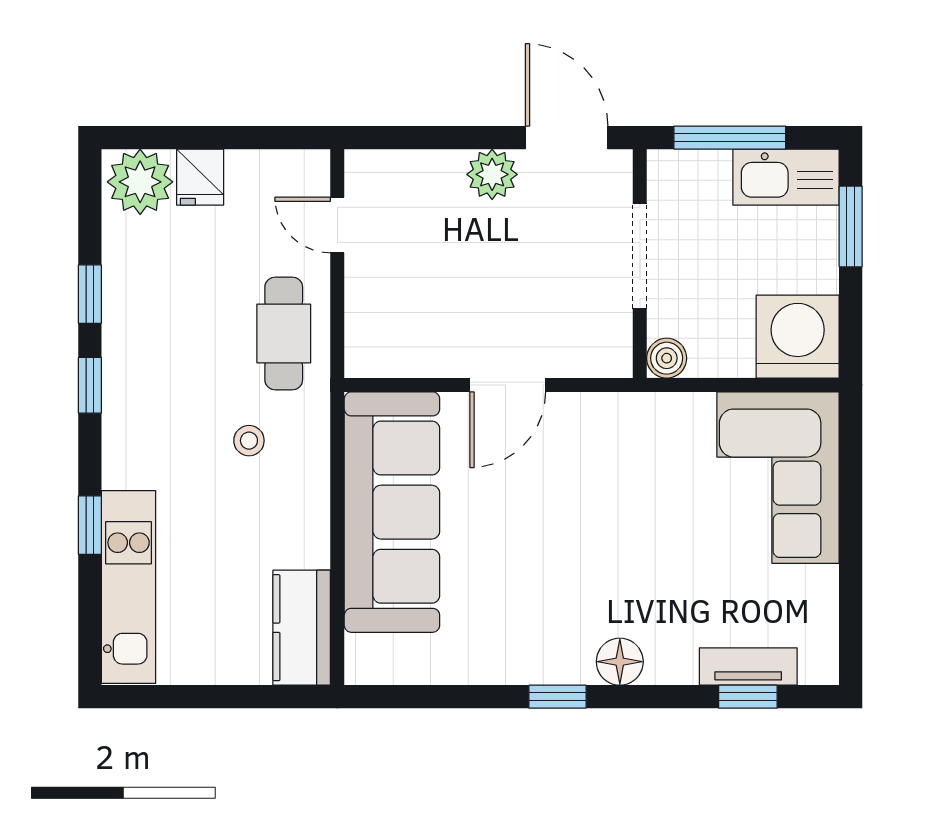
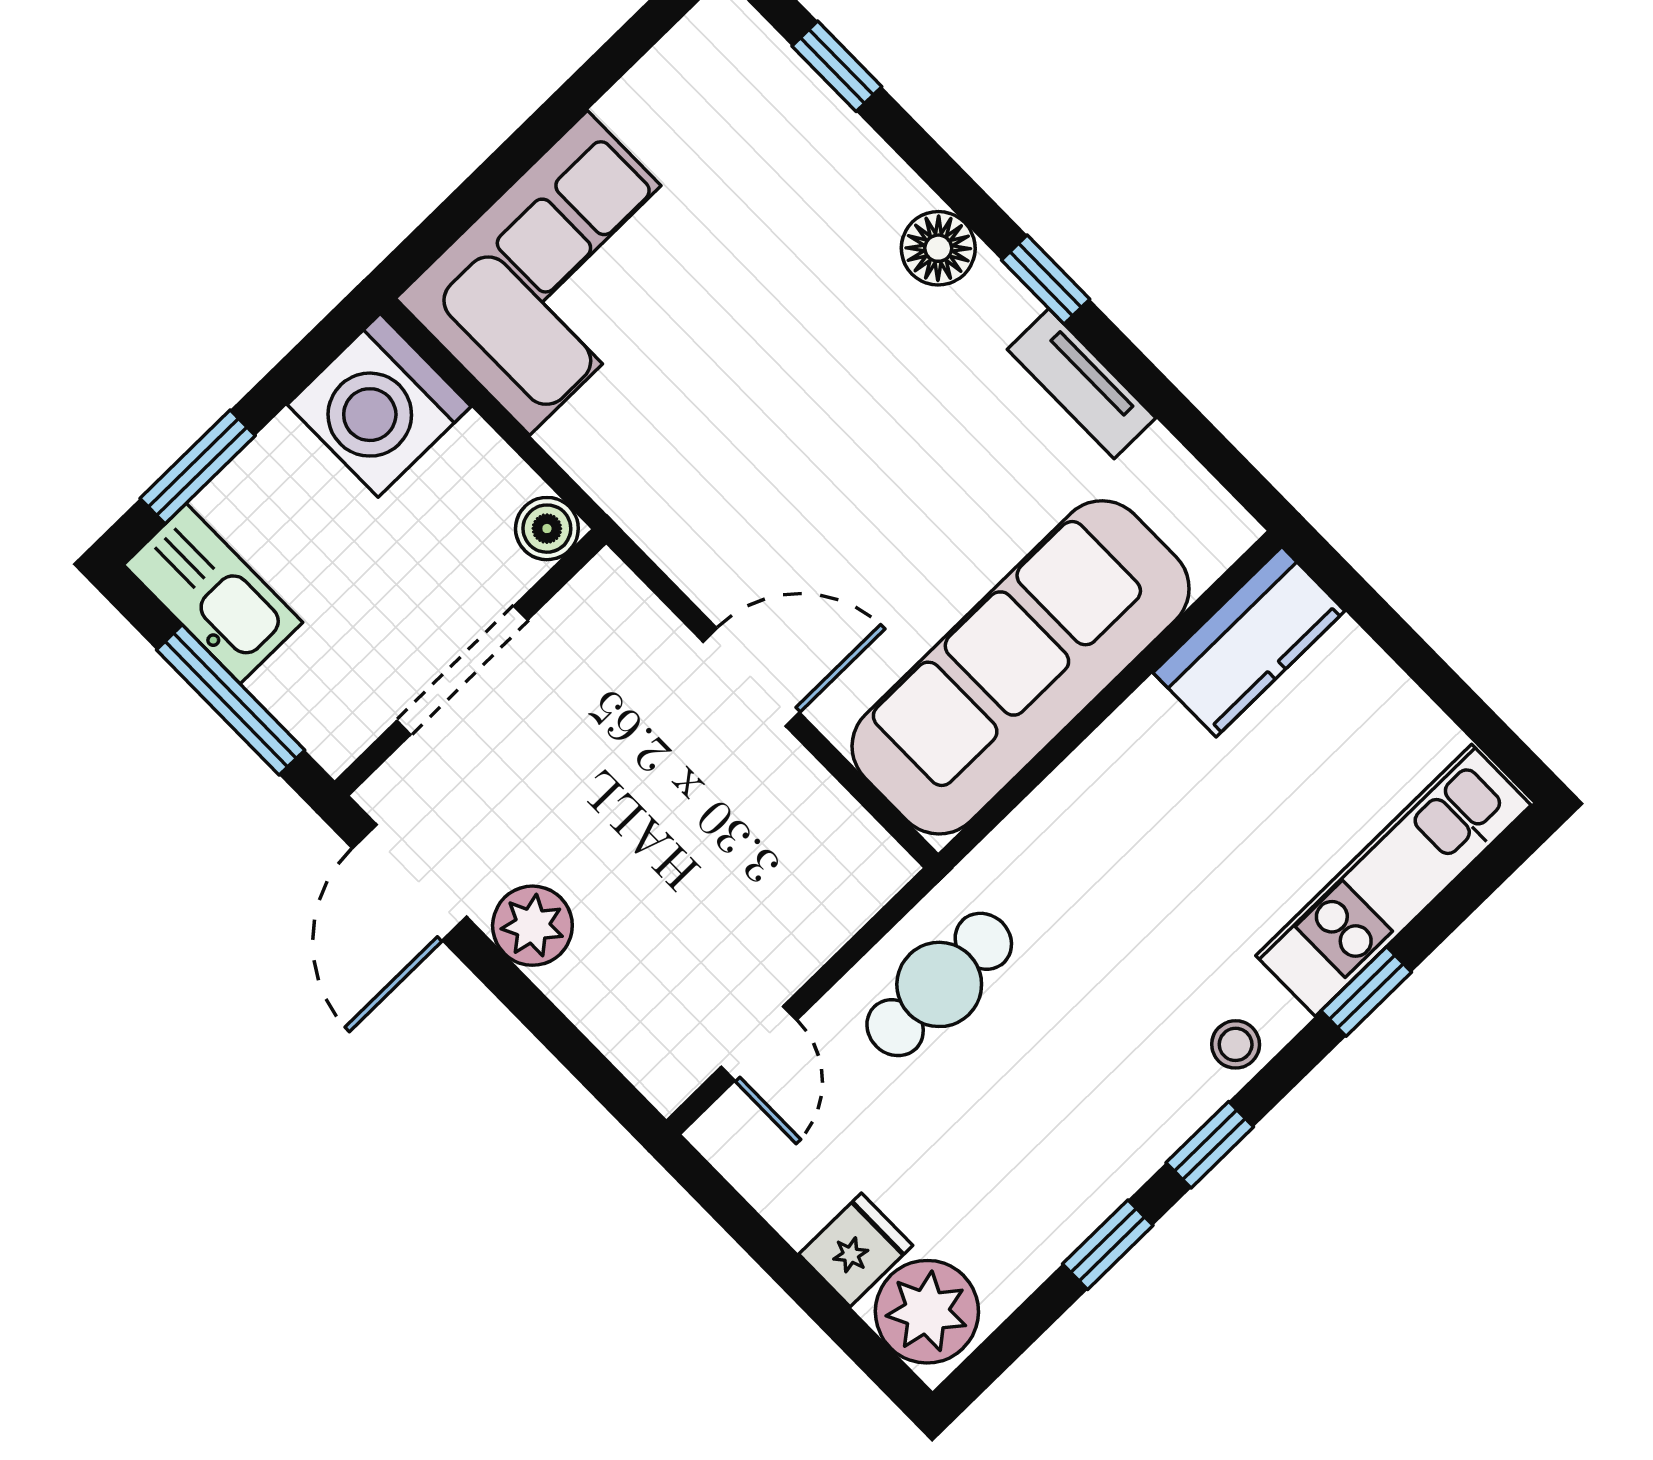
stool: (249, 441) -> (1236, 1044), moved
tv unit: (748, 667) -> (1081, 384), moved

